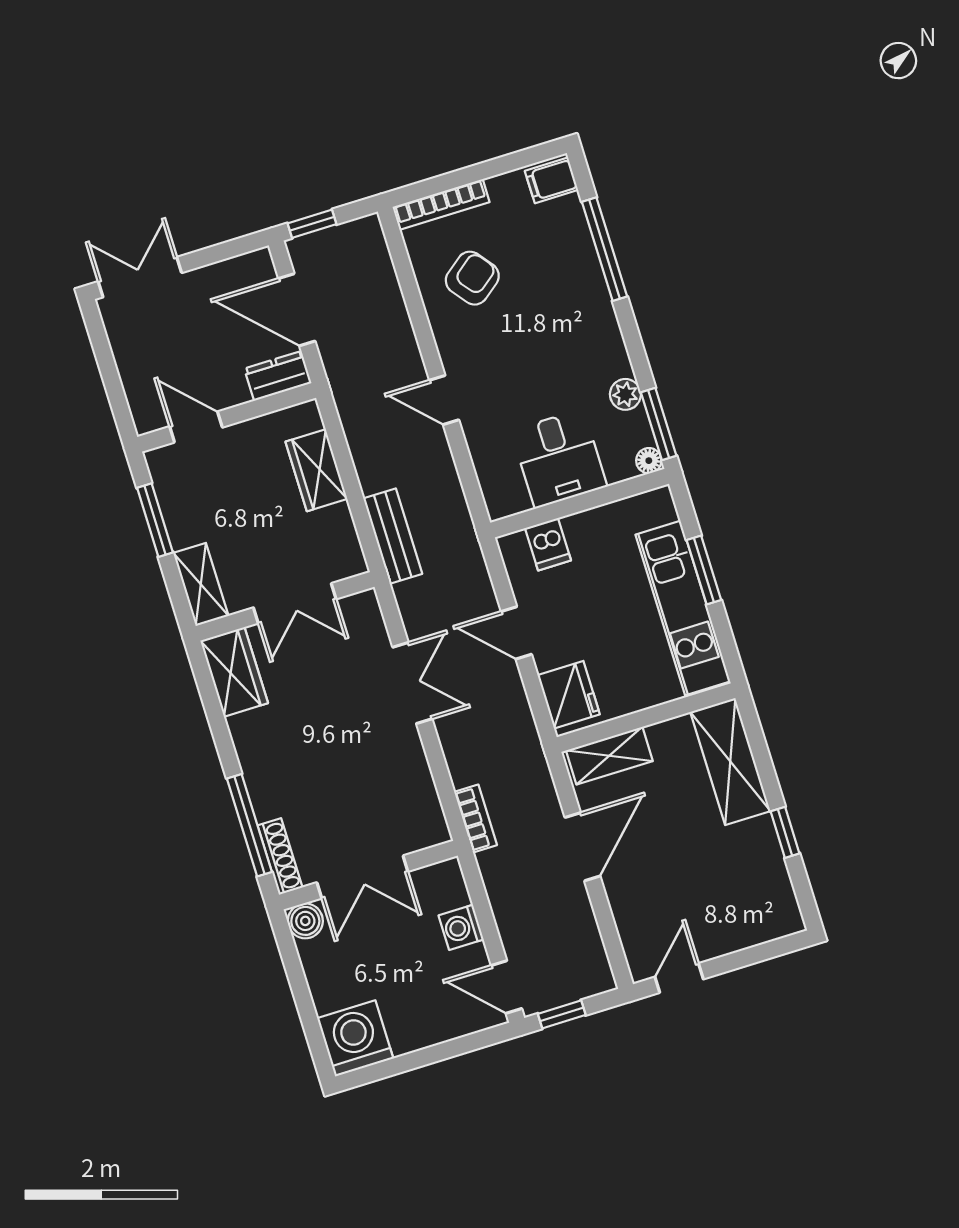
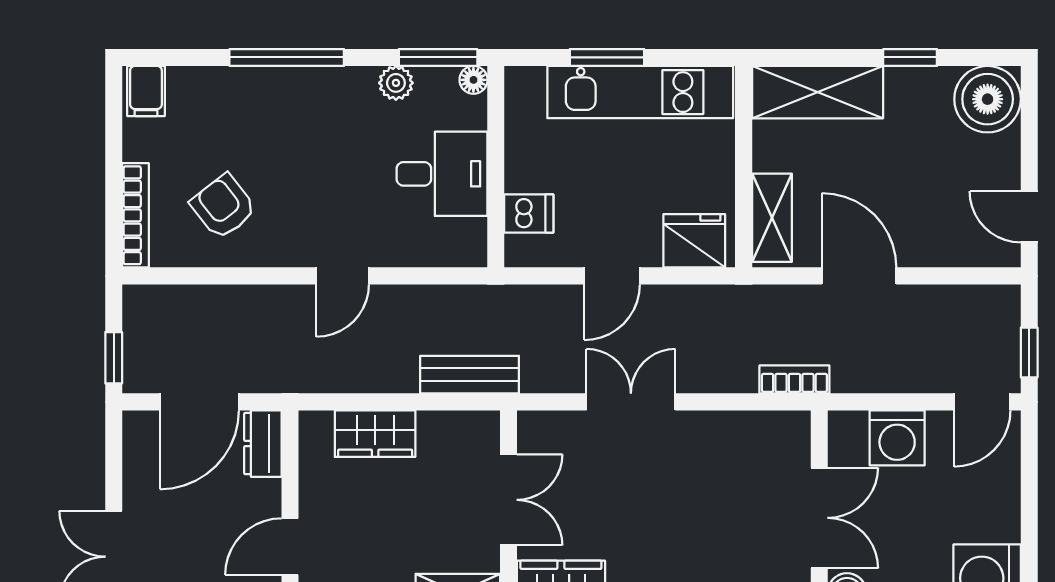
window: (605, 249) -> (287, 57), moved
boiler: (770, 910) -> (988, 99), added
washing machine: (461, 927) -> (897, 438), width x1.38, depth x1.38

